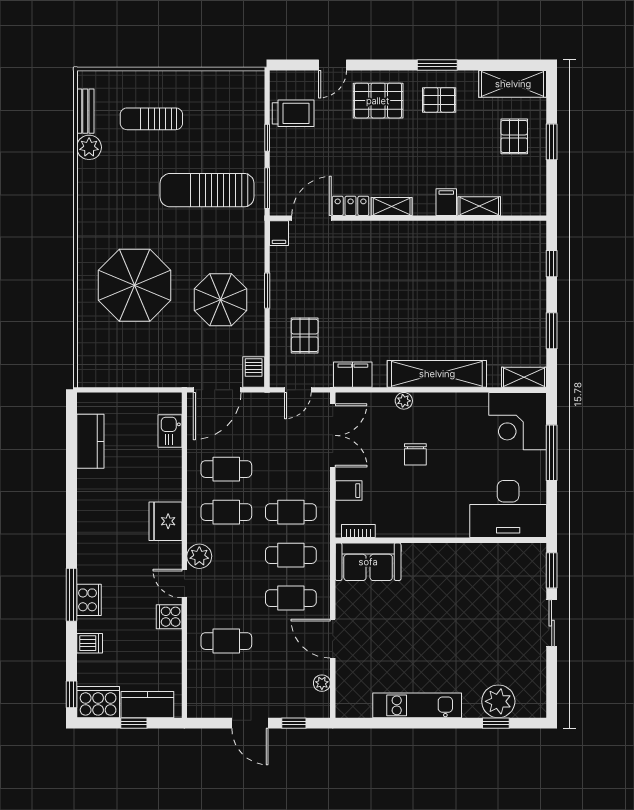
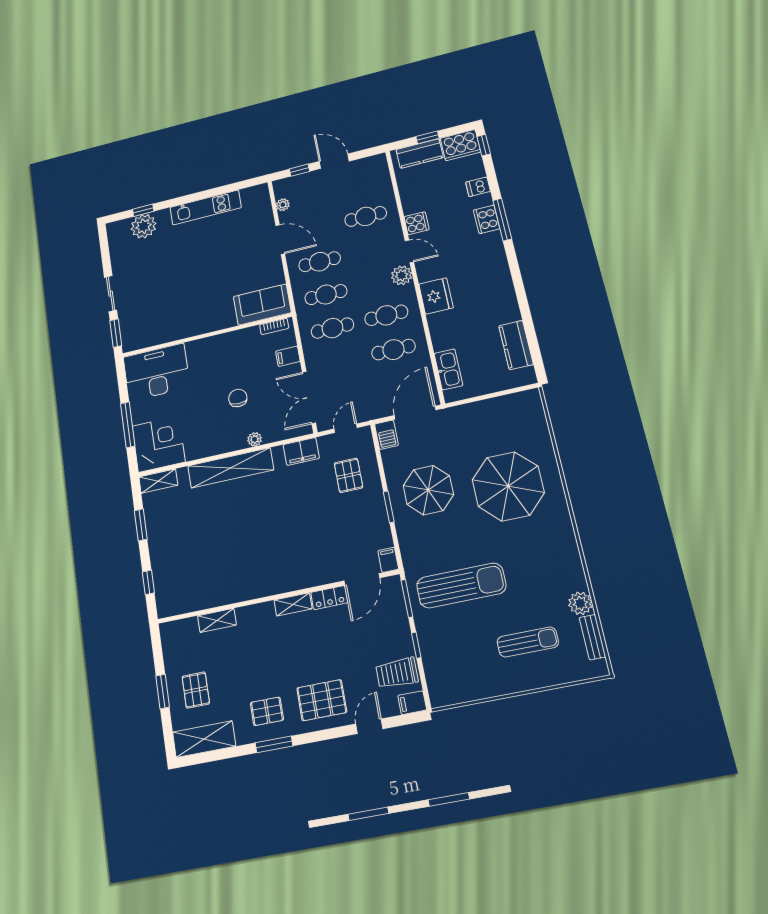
filing cabinet: (446, 202) -> (412, 703), moved, turned 90
kitchen sink: (170, 431) -> (448, 369), width x1.38

